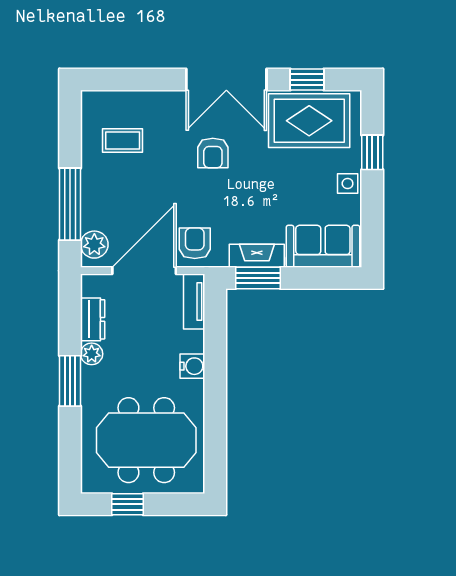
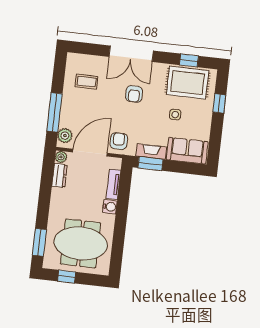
double door: (226, 80) -> (131, 54), moved
side table: (348, 184) -> (175, 115), moved
tv unit: (194, 301) -> (113, 184), moved
plant: (92, 354) -> (61, 157), moved
window: (70, 381) -> (39, 242), moved

